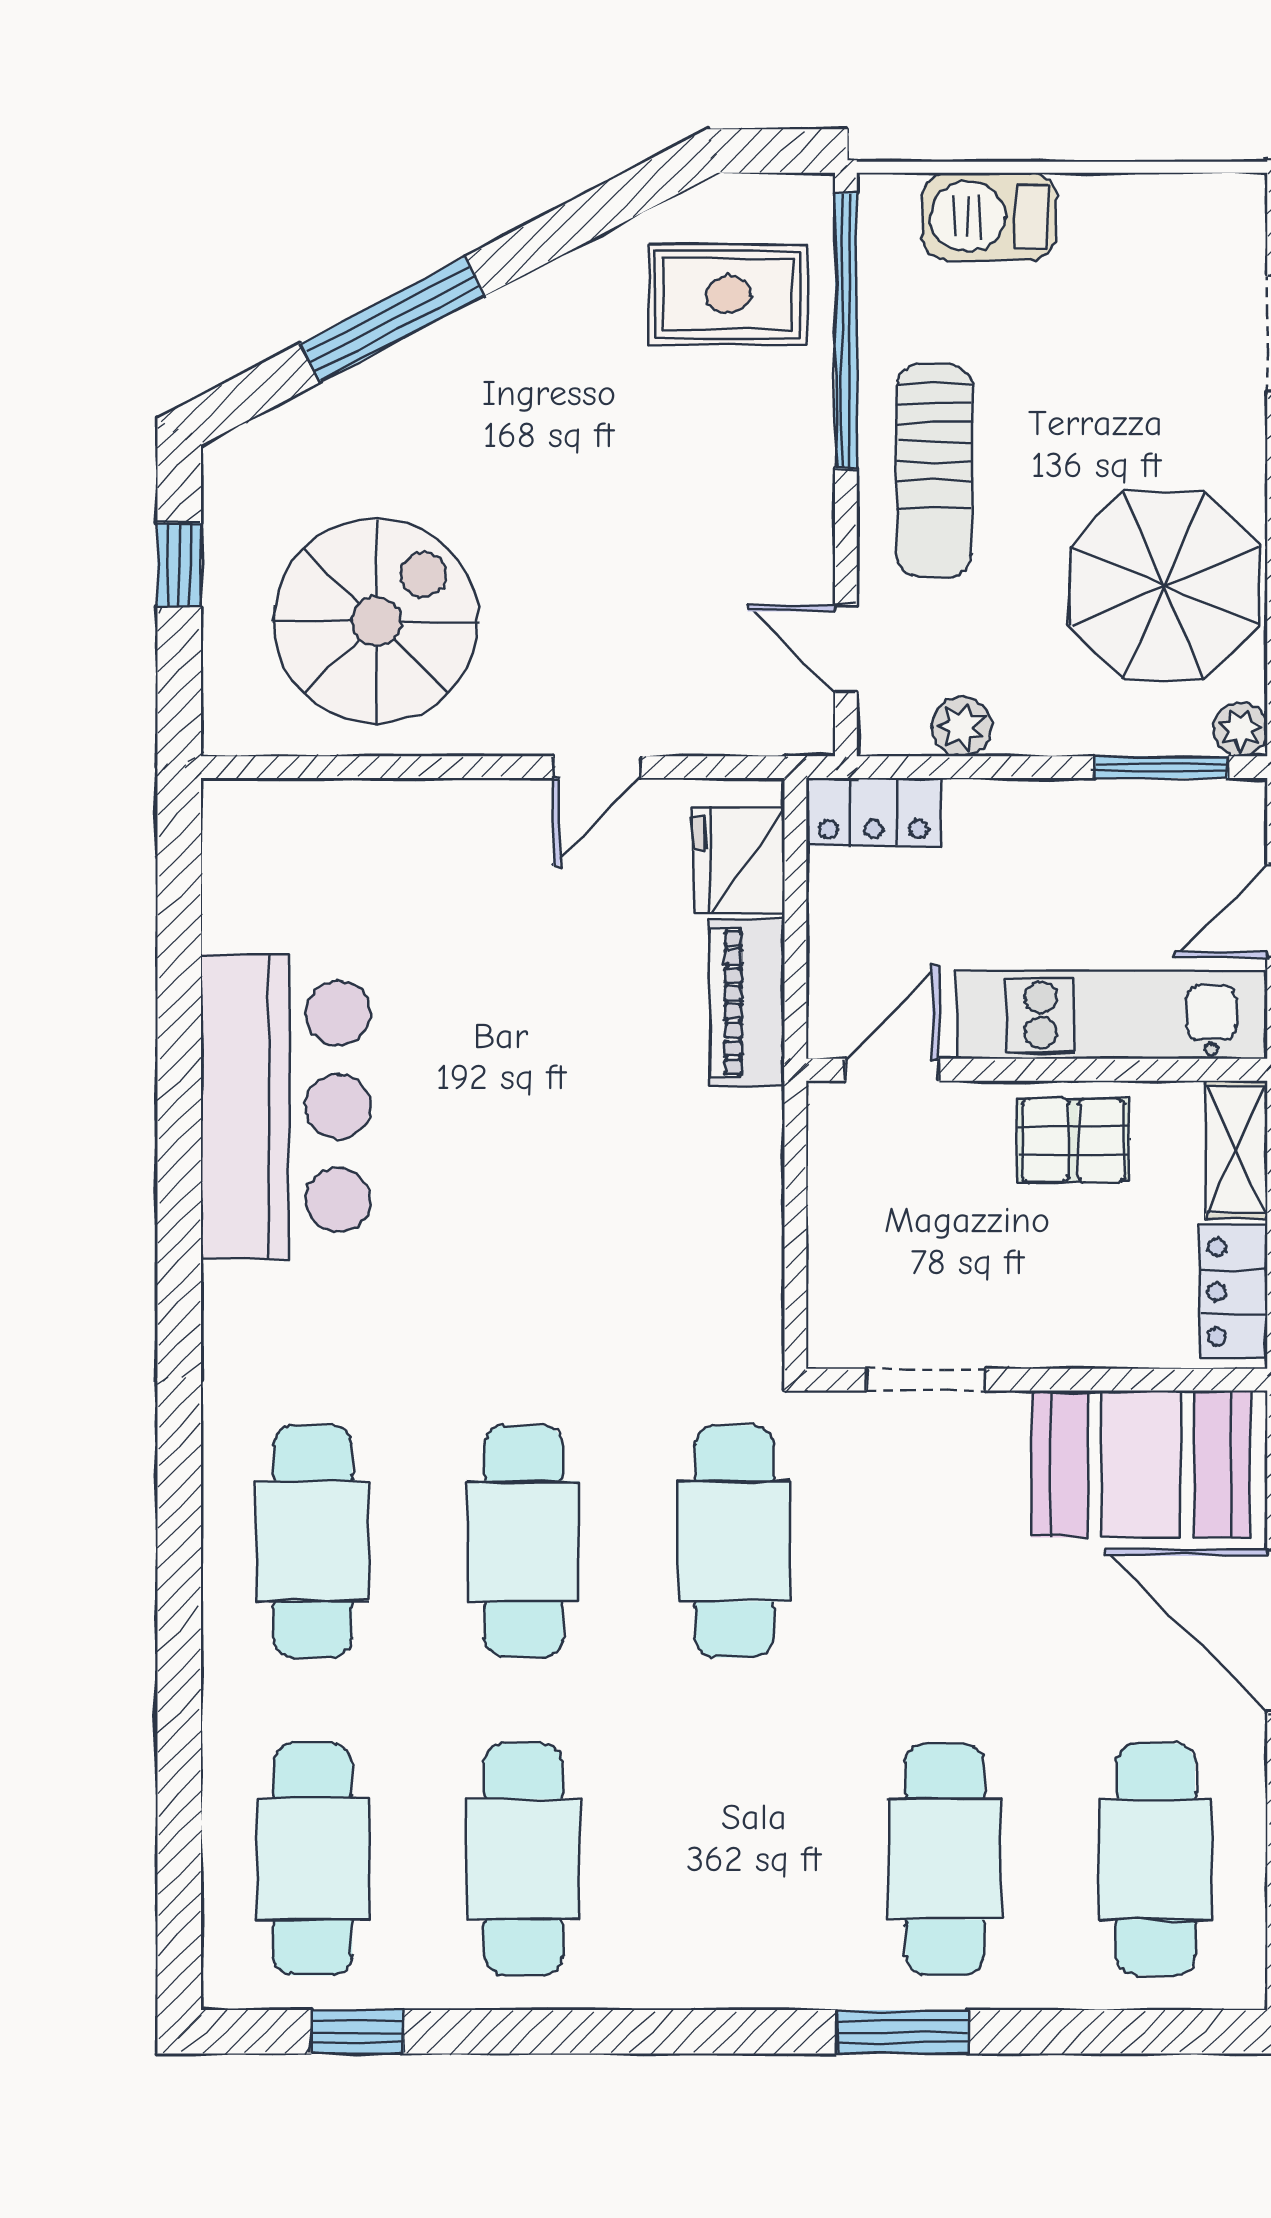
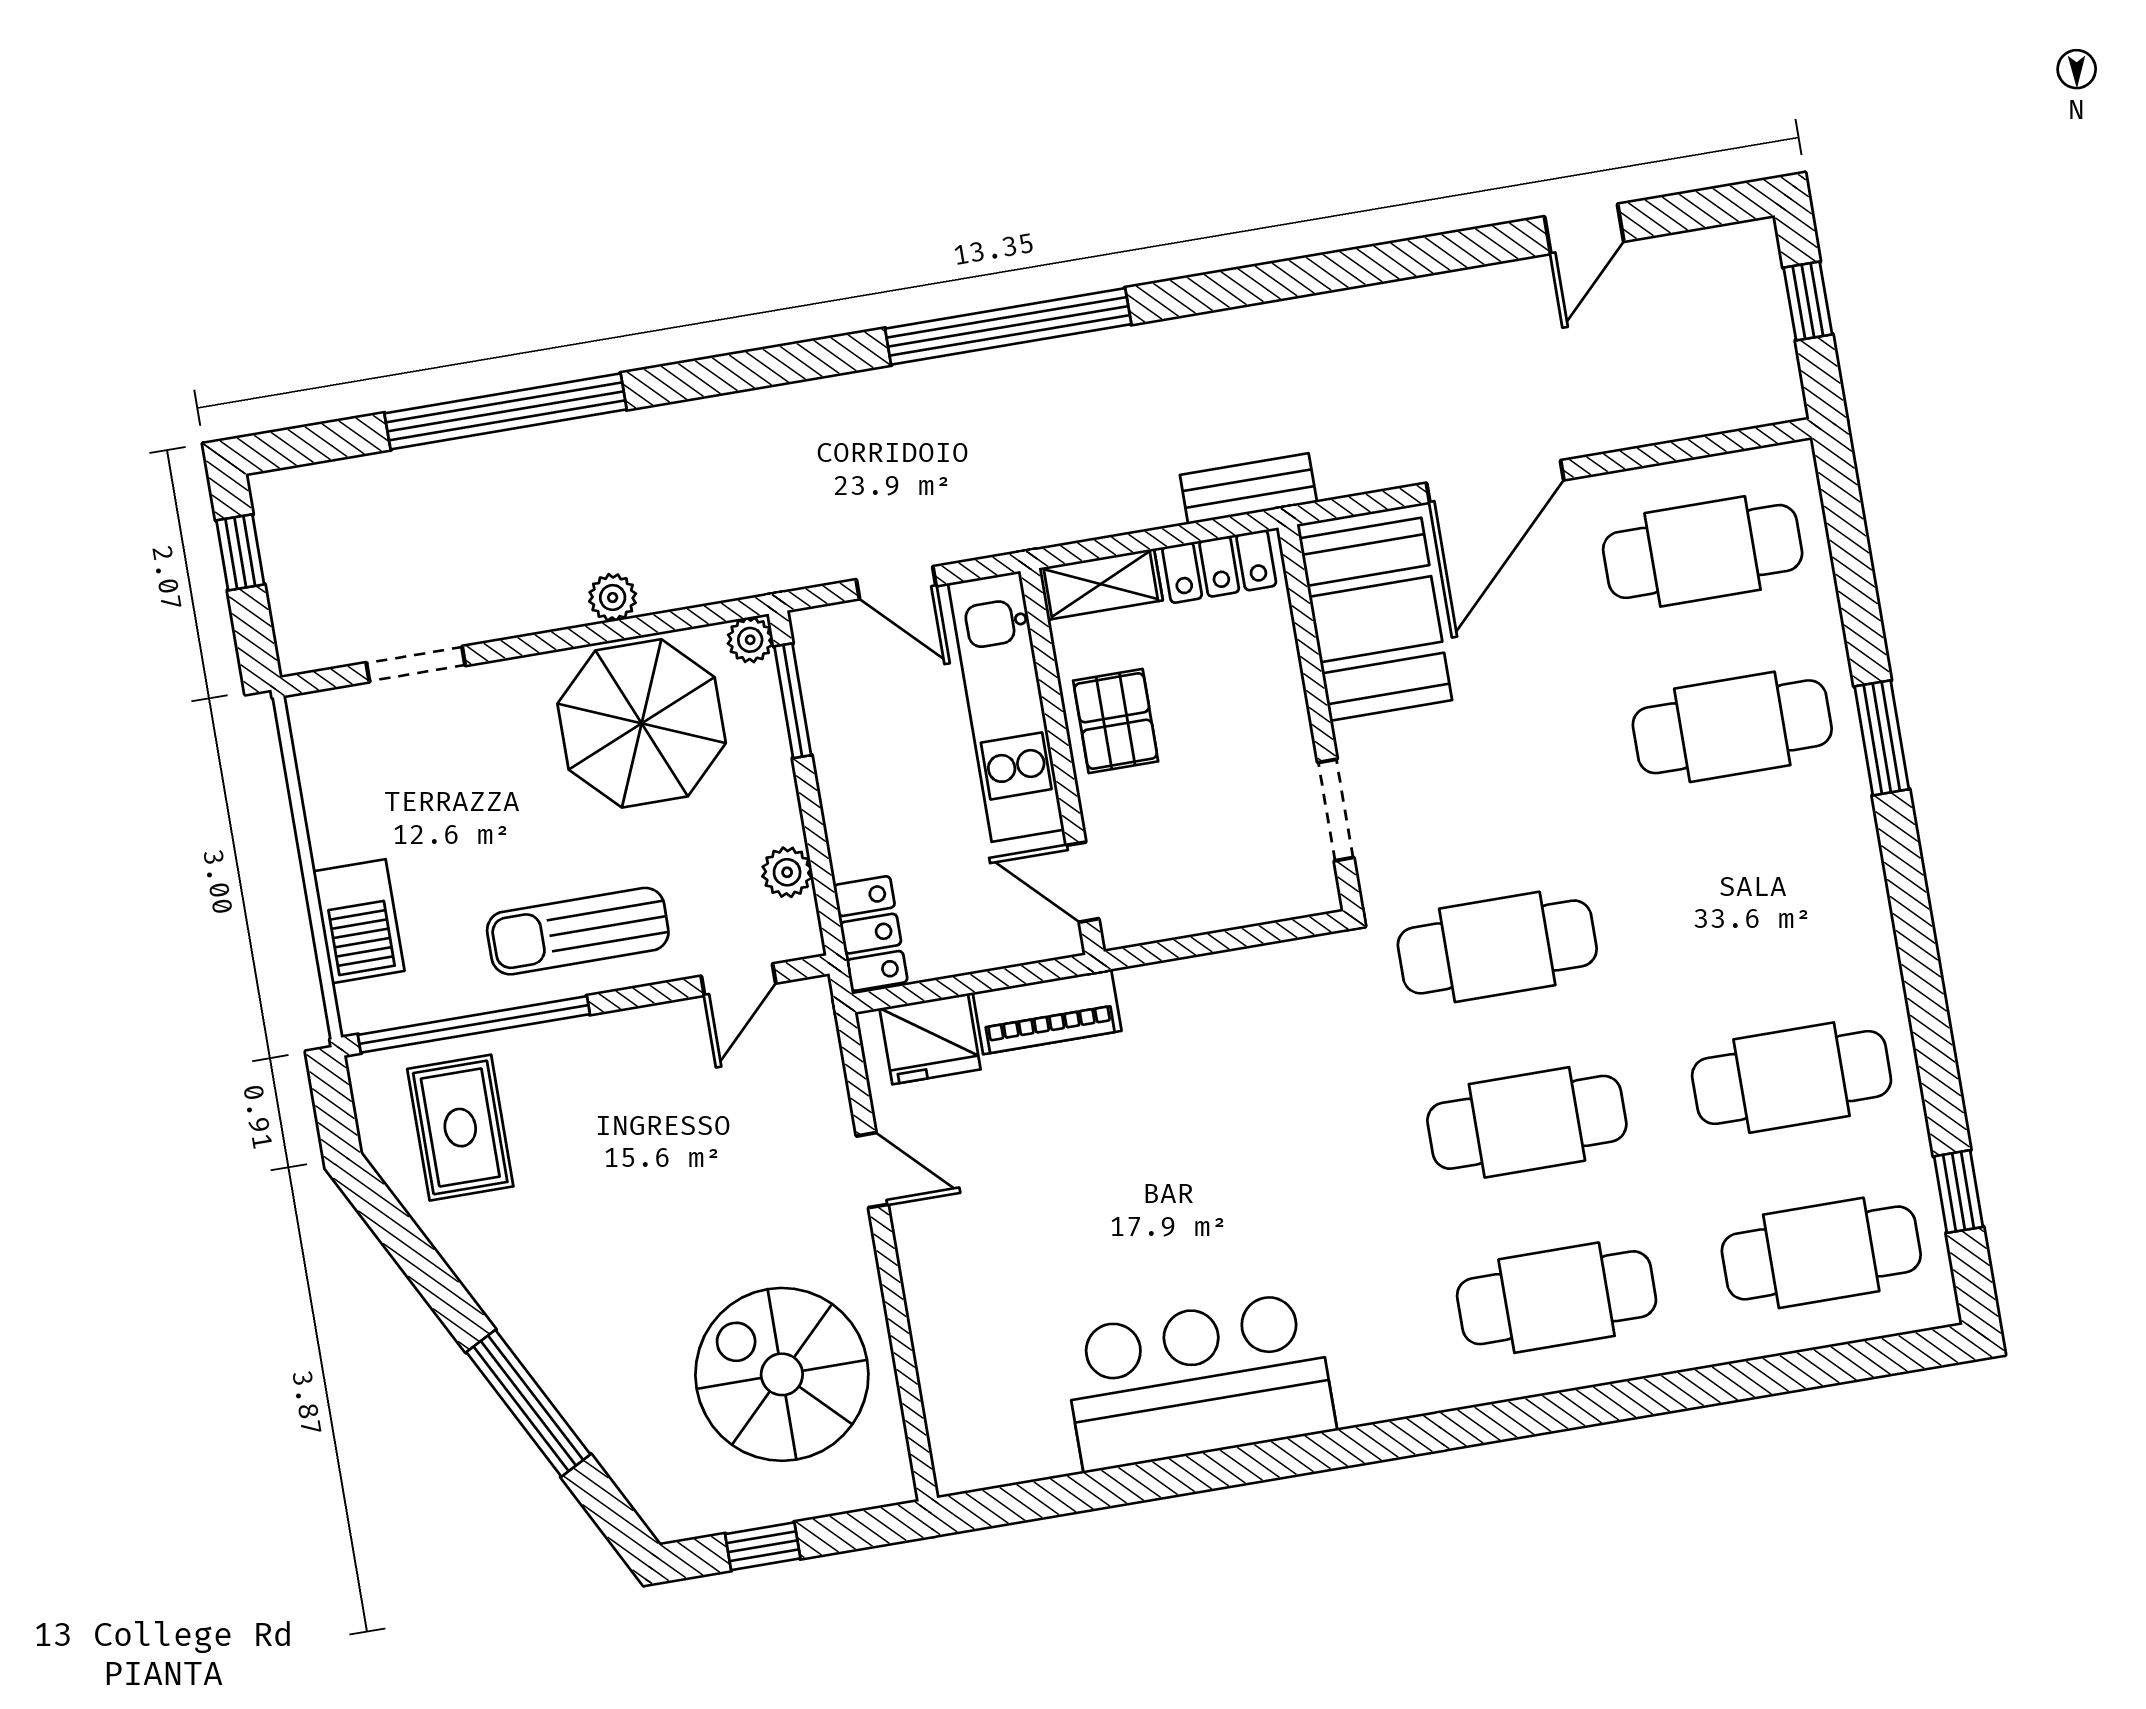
sun lounger: (934, 470) -> (578, 931), turned 180

